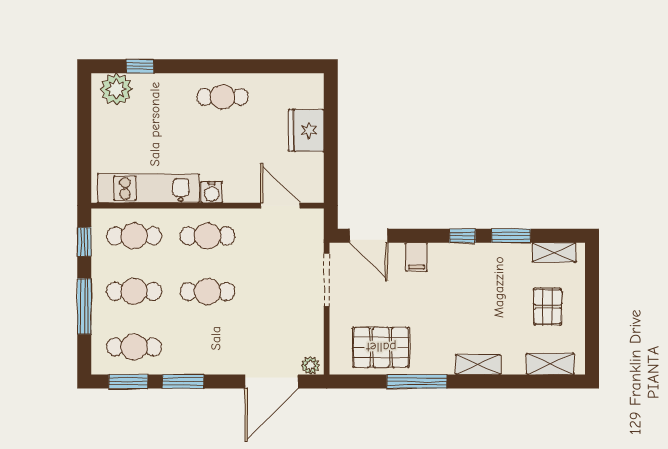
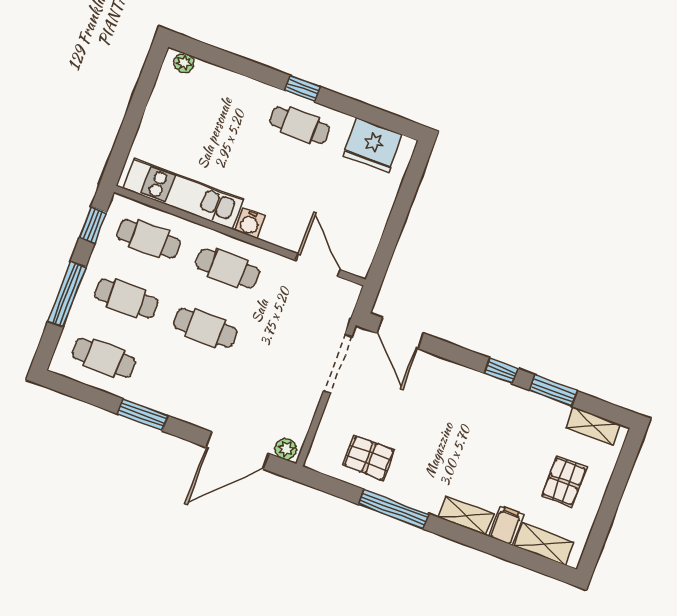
window: (140, 66) -> (303, 89), moved
plant: (116, 89) -> (184, 63), width x0.53, depth x0.53
fridge: (306, 130) -> (373, 145), moved, turned -90
filing cabinet: (416, 257) -> (506, 525), moved, turned 180
pallet: (381, 347) -> (369, 458), width x0.67, depth x0.71
window: (128, 382) -> (84, 393), removed

